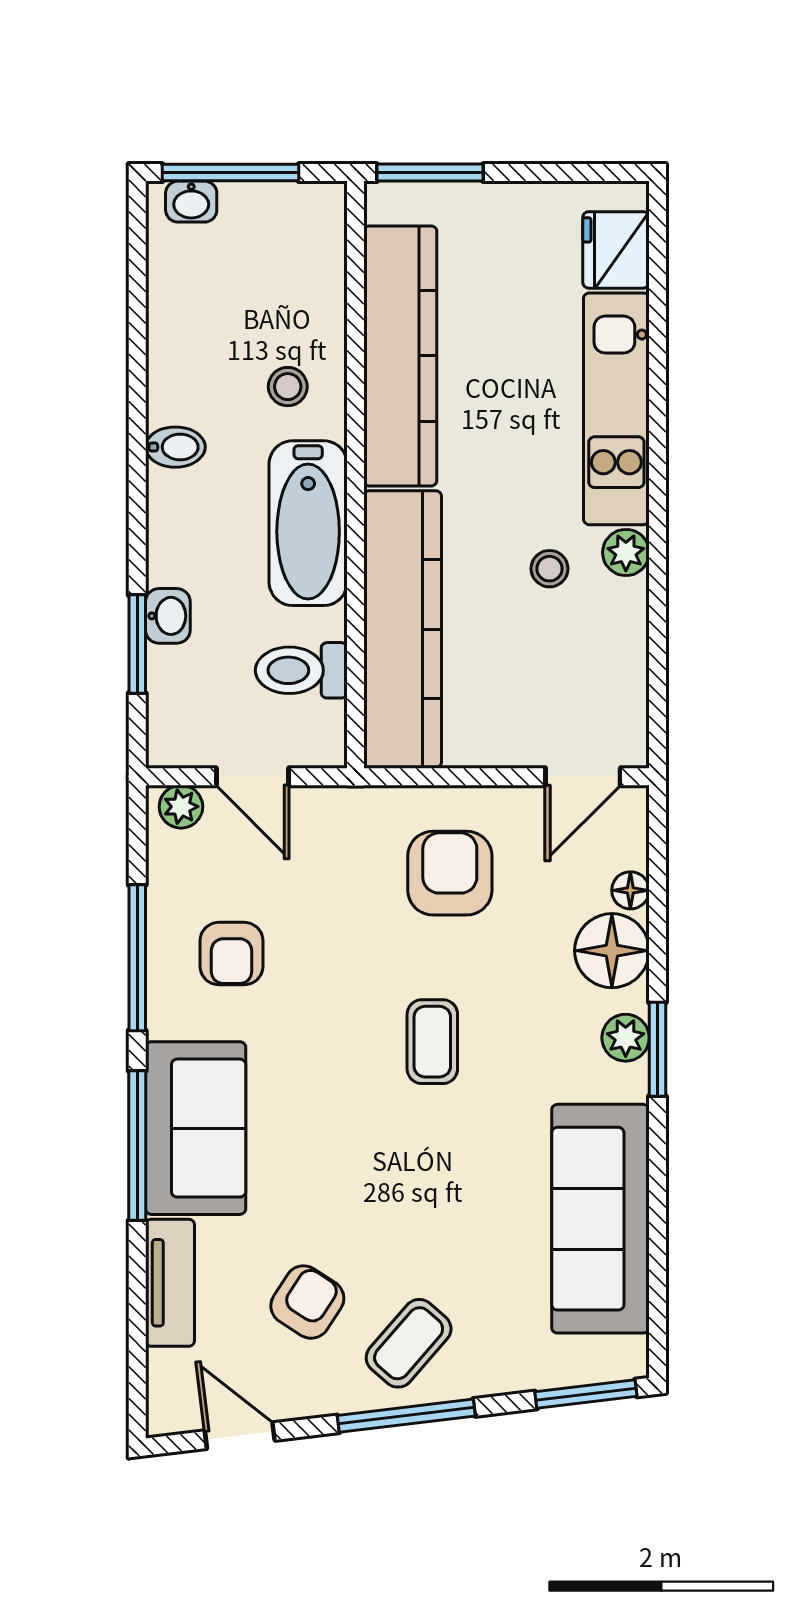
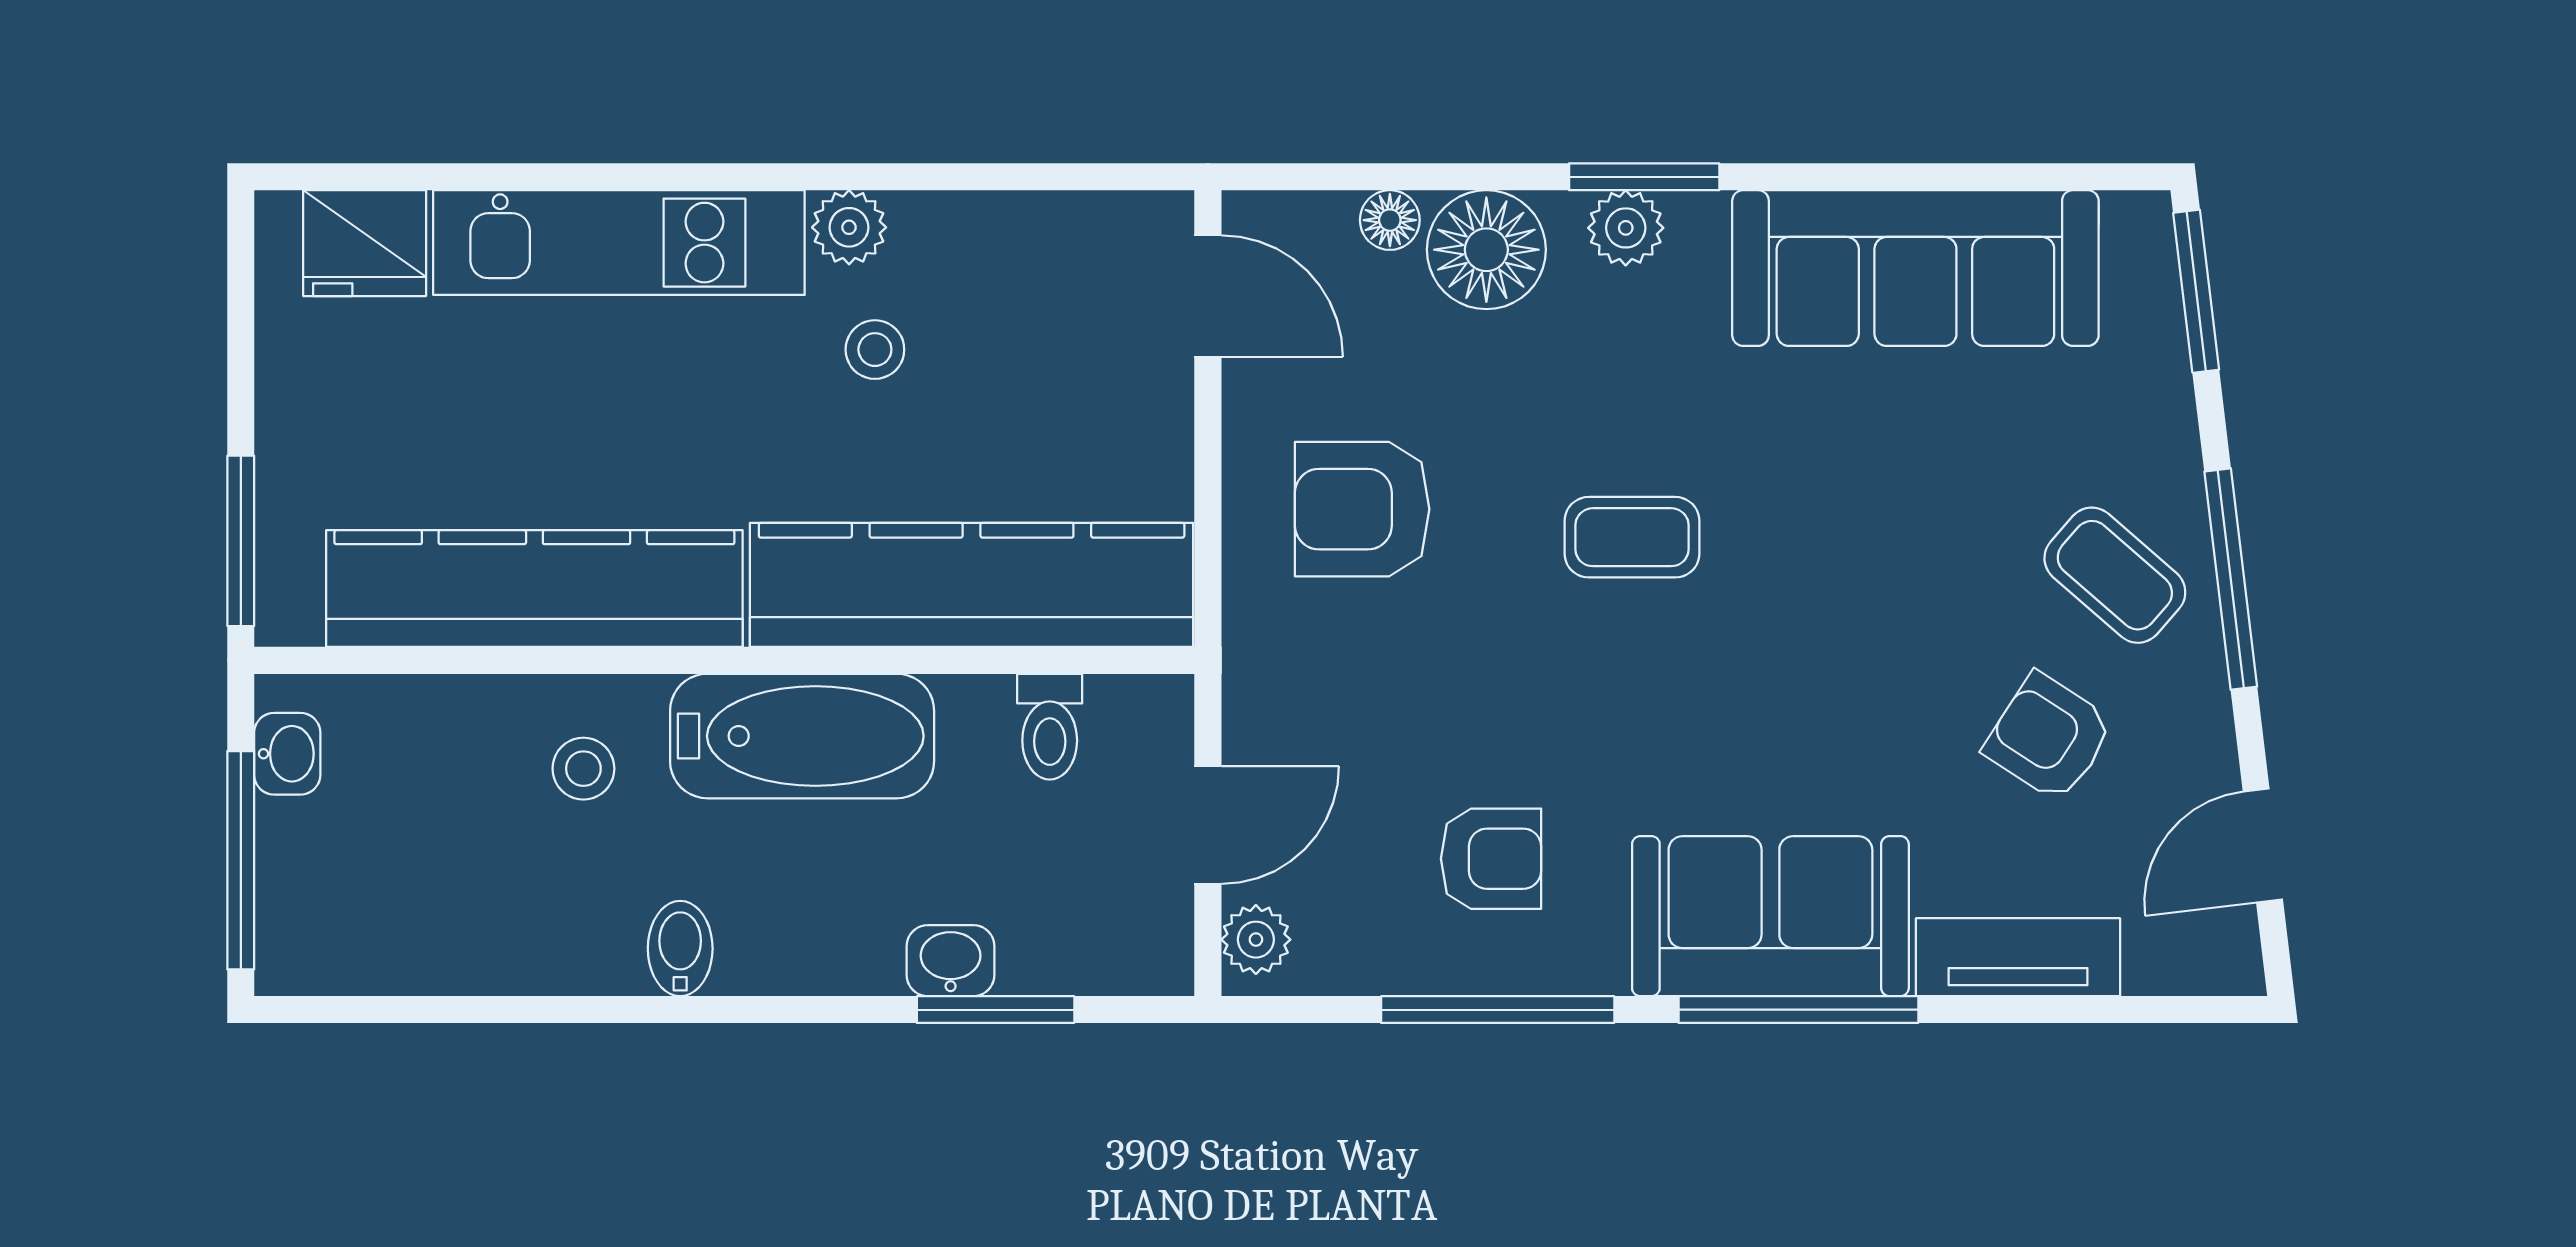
washbasin: (191, 202) -> (287, 754), moved
toilet: (301, 670) -> (1050, 727), width x0.73, depth x0.72

